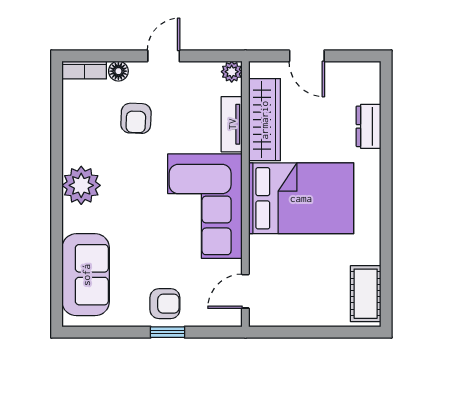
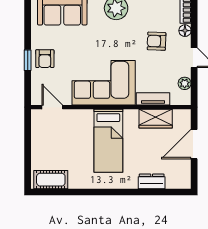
door: (307, 56) -> (194, 144), width x1.38
plant: (232, 72) -> (185, 83), moved
wardrobe: (264, 120) -> (156, 119), width x0.67
bed: (301, 198) -> (108, 141), width x0.67

